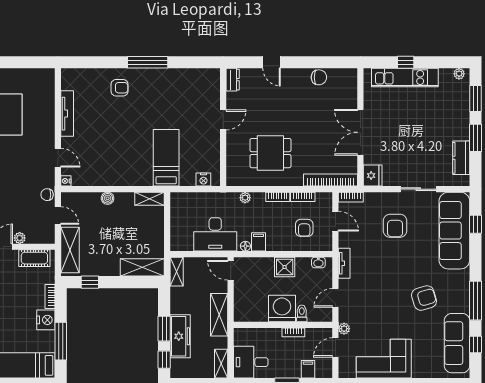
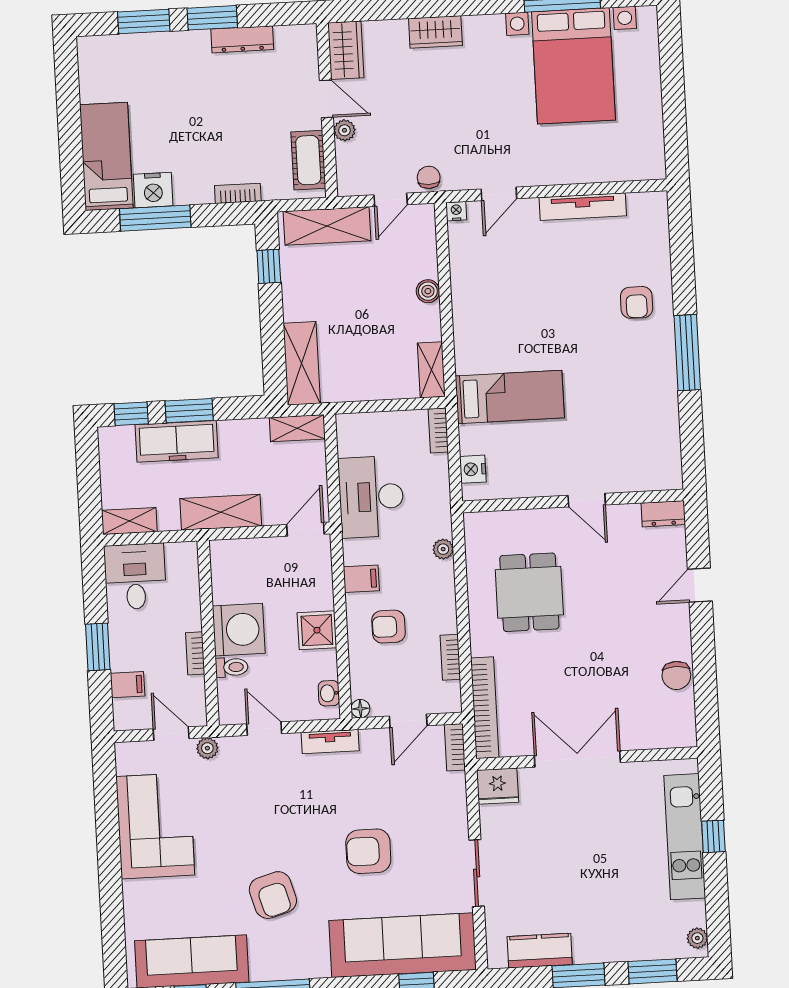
bookcase: (278, 197) -> (438, 430), moved
armchair: (395, 226) -> (368, 851), moved
armchair: (304, 228) -> (389, 627), moved
floor lamp: (245, 246) -> (360, 709), moved
nightstand: (46, 320) -> (153, 190), moved

